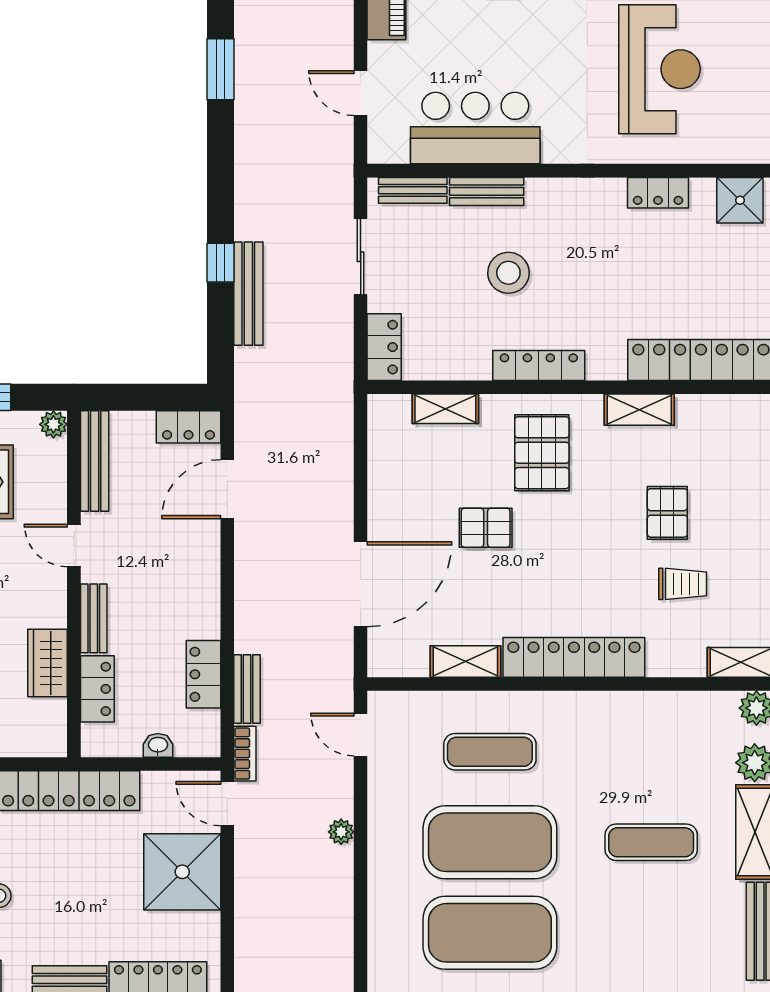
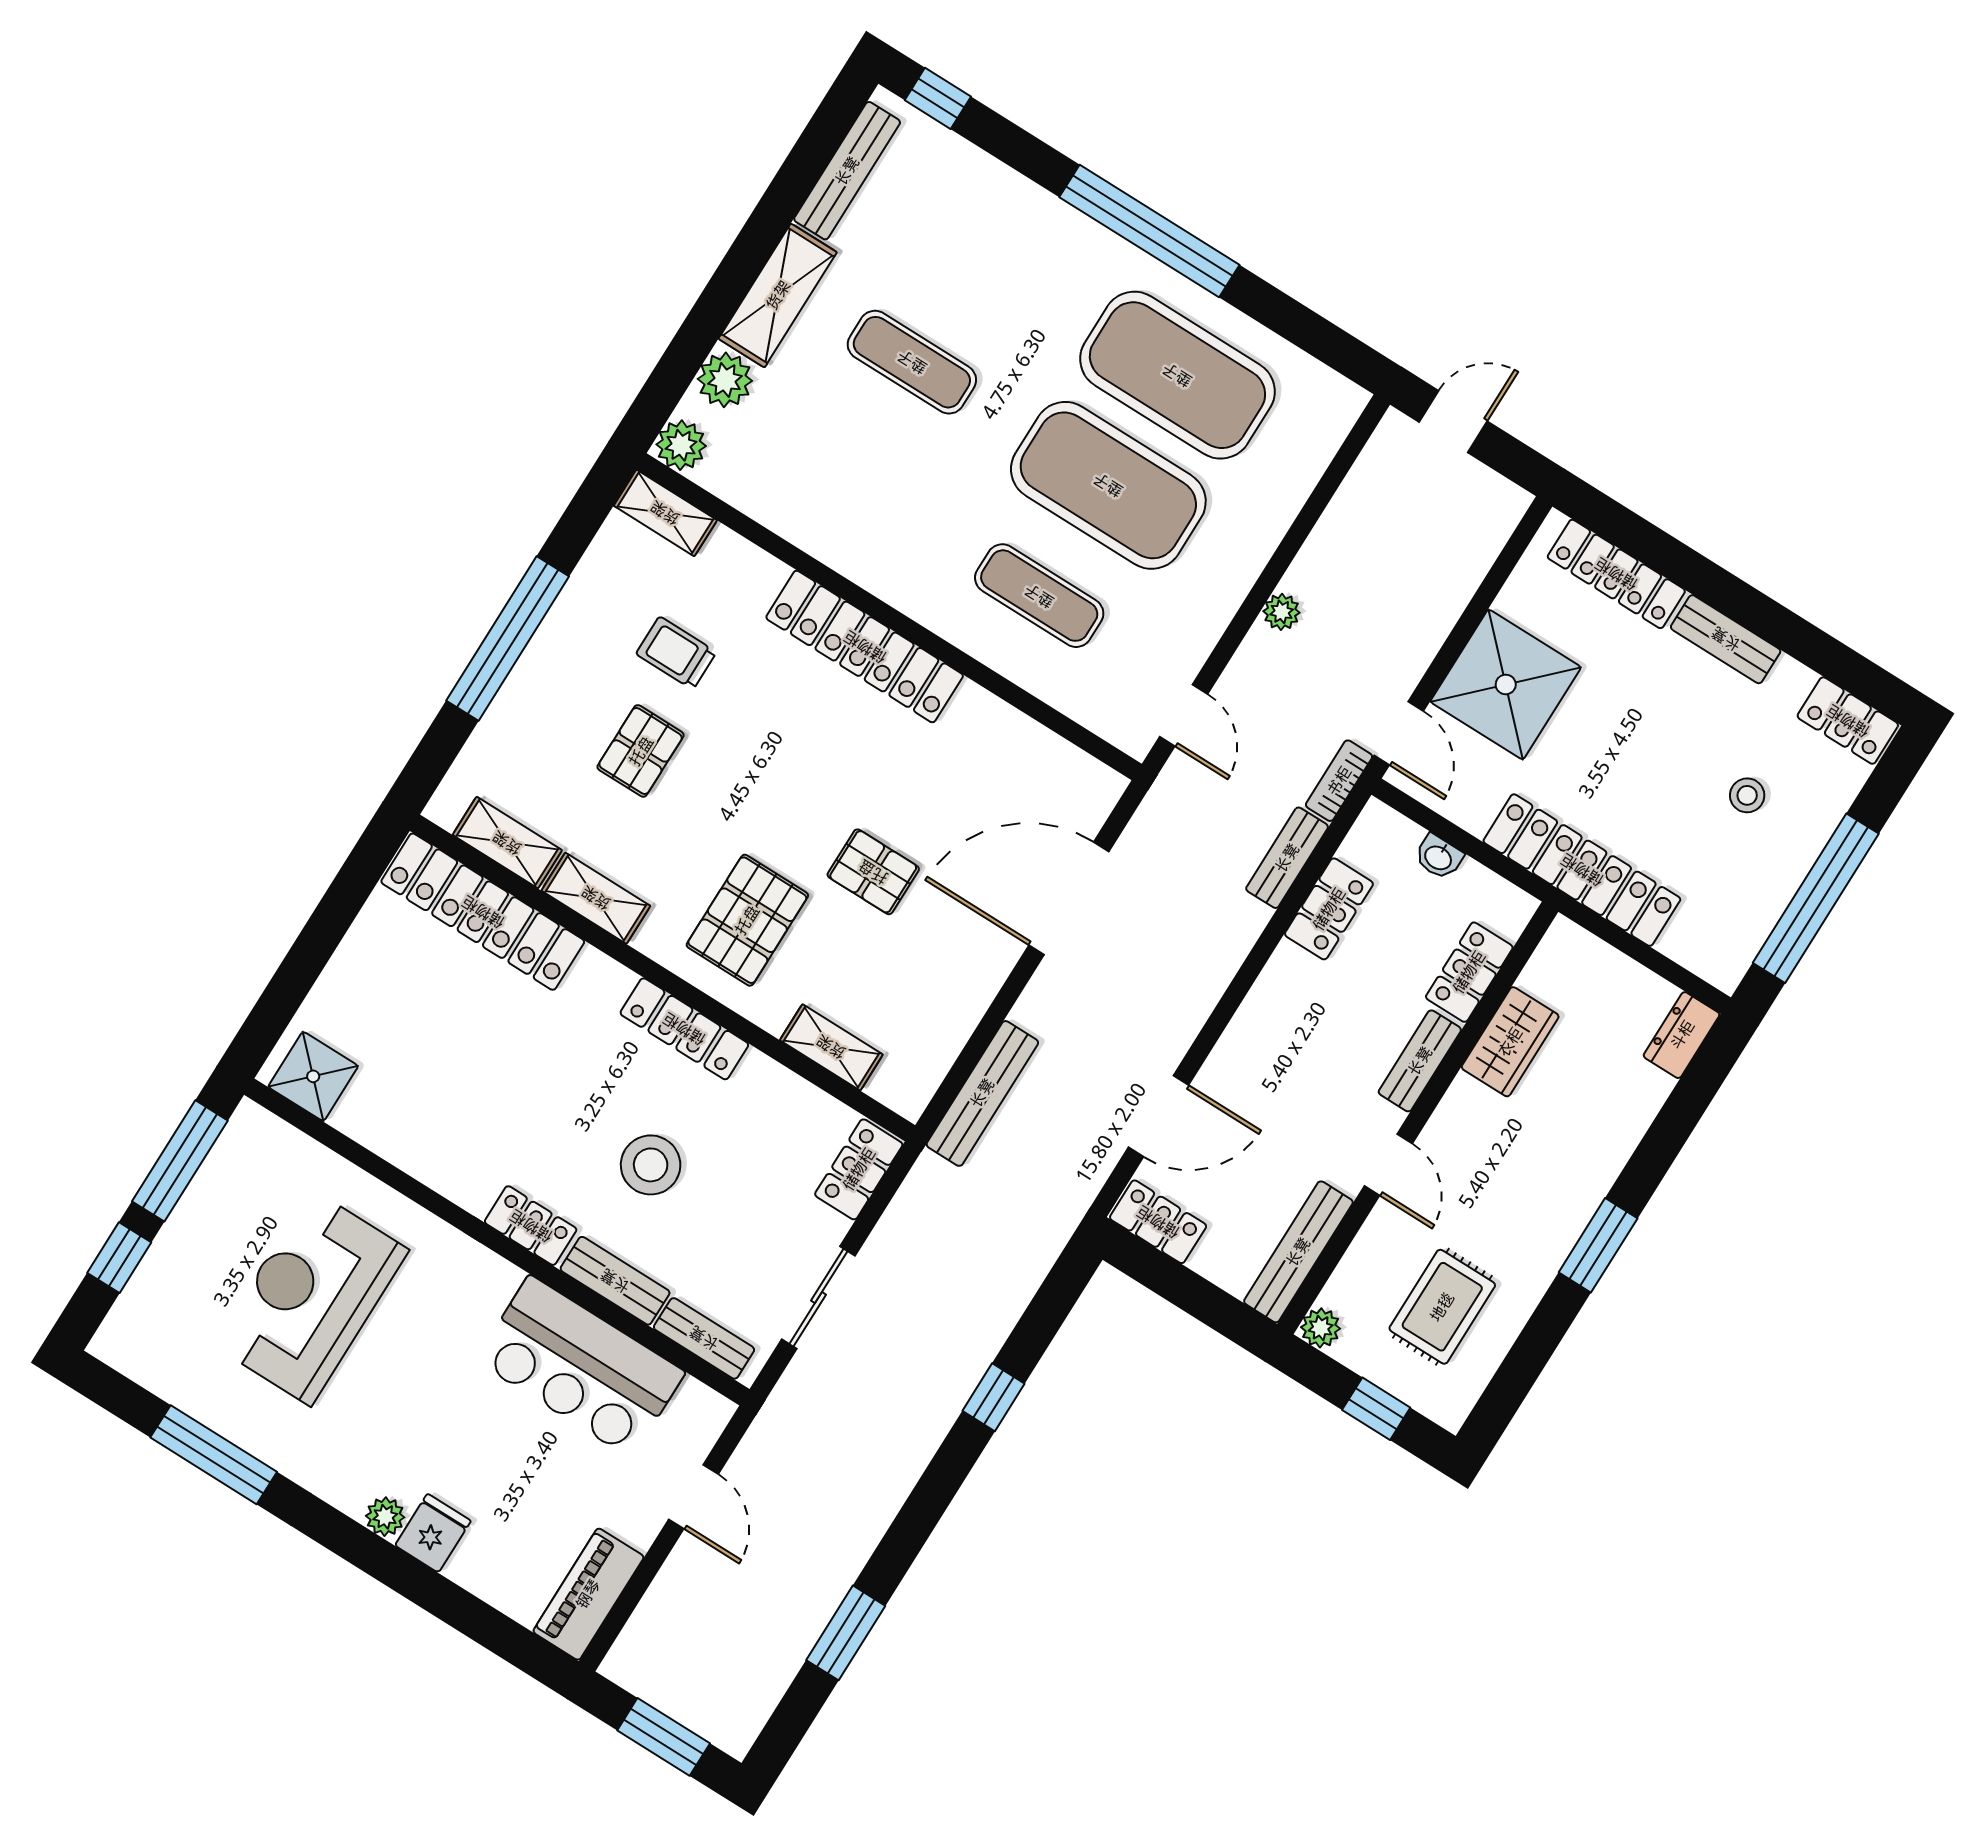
locker: (658, 193) -> (531, 1226), moved
bench: (248, 294) -> (982, 1093), moved
shelving: (465, 661) -> (507, 843), moved

